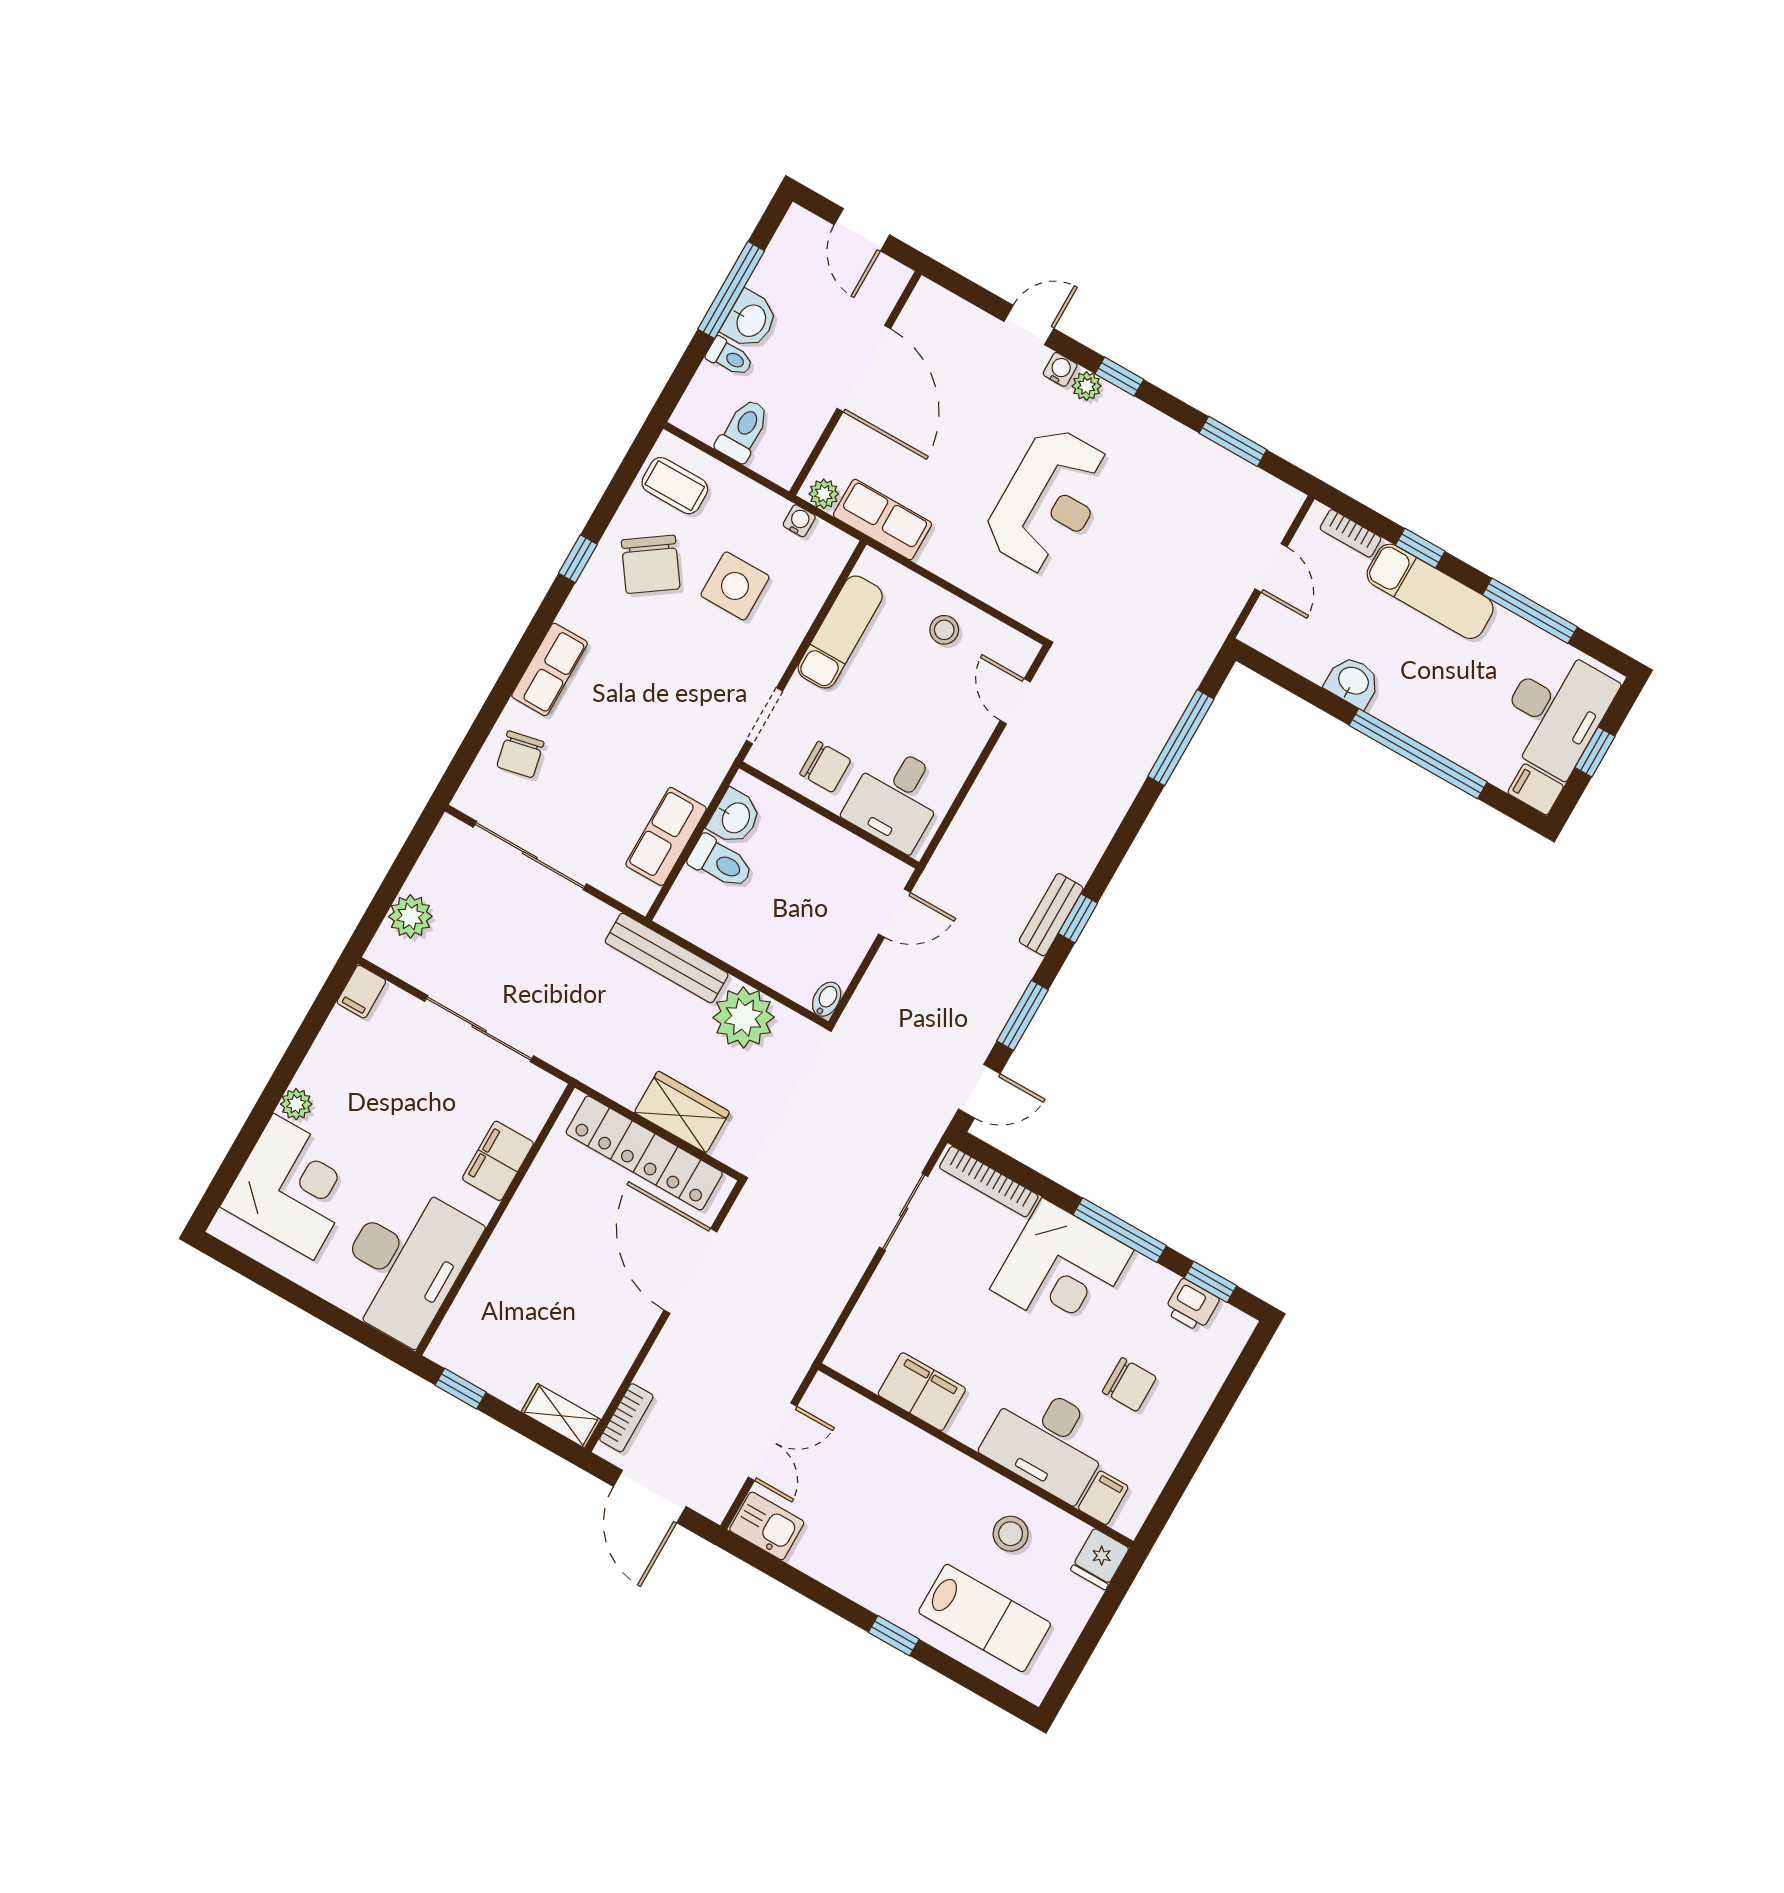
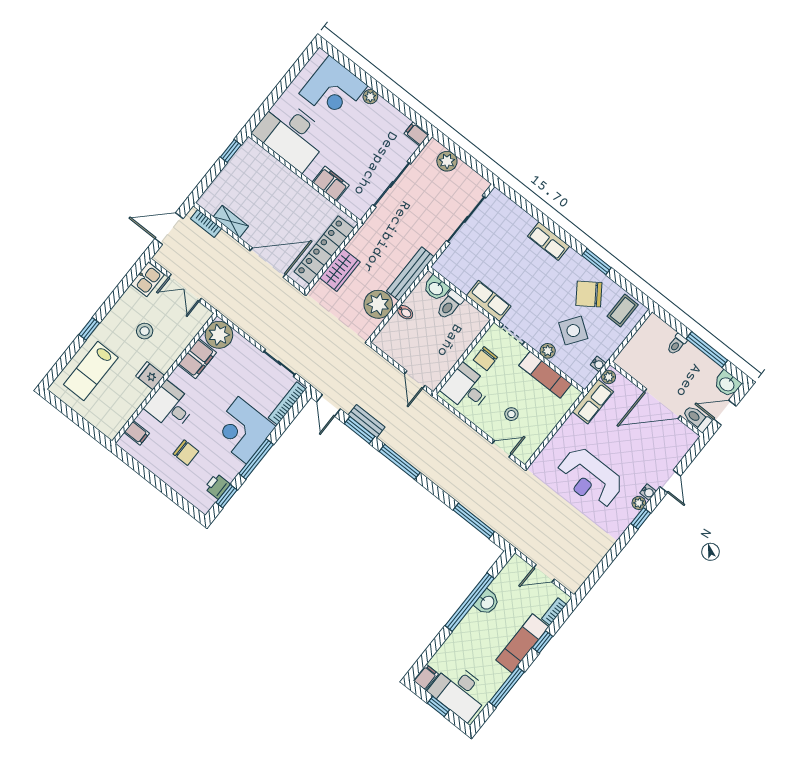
washbasin: (750, 320) -> (727, 384), moved
toilet: (743, 430) -> (697, 418), moved, turned 180
window: (1233, 441) -> (604, 565), removed
window: (578, 559) -> (596, 262), width x1.50
side table: (735, 586) -> (573, 331), turned 35
stool: (944, 630) -> (511, 414), moved
plant: (788, 635) -> (548, 351), added
chair: (520, 754) -> (512, 222), removed
window: (1418, 754) -> (470, 602), moved
washbasin: (735, 817) -> (436, 288), moved
row of seats: (666, 837) -> (489, 301), moved
bench: (1051, 915) -> (367, 421), moved
window: (1078, 918) -> (400, 462), width x2.17
bidet: (827, 999) -> (405, 312), moved
plant: (863, 1352) -> (219, 335), added
chair: (1129, 1385) -> (186, 453), turned -90
shelving: (561, 1416) -> (231, 221), moved, turned 90
desk: (1048, 1441) -> (170, 406), width x0.73
stool: (1011, 1534) -> (145, 331), moved
fridge: (1100, 1559) -> (150, 376), moved

